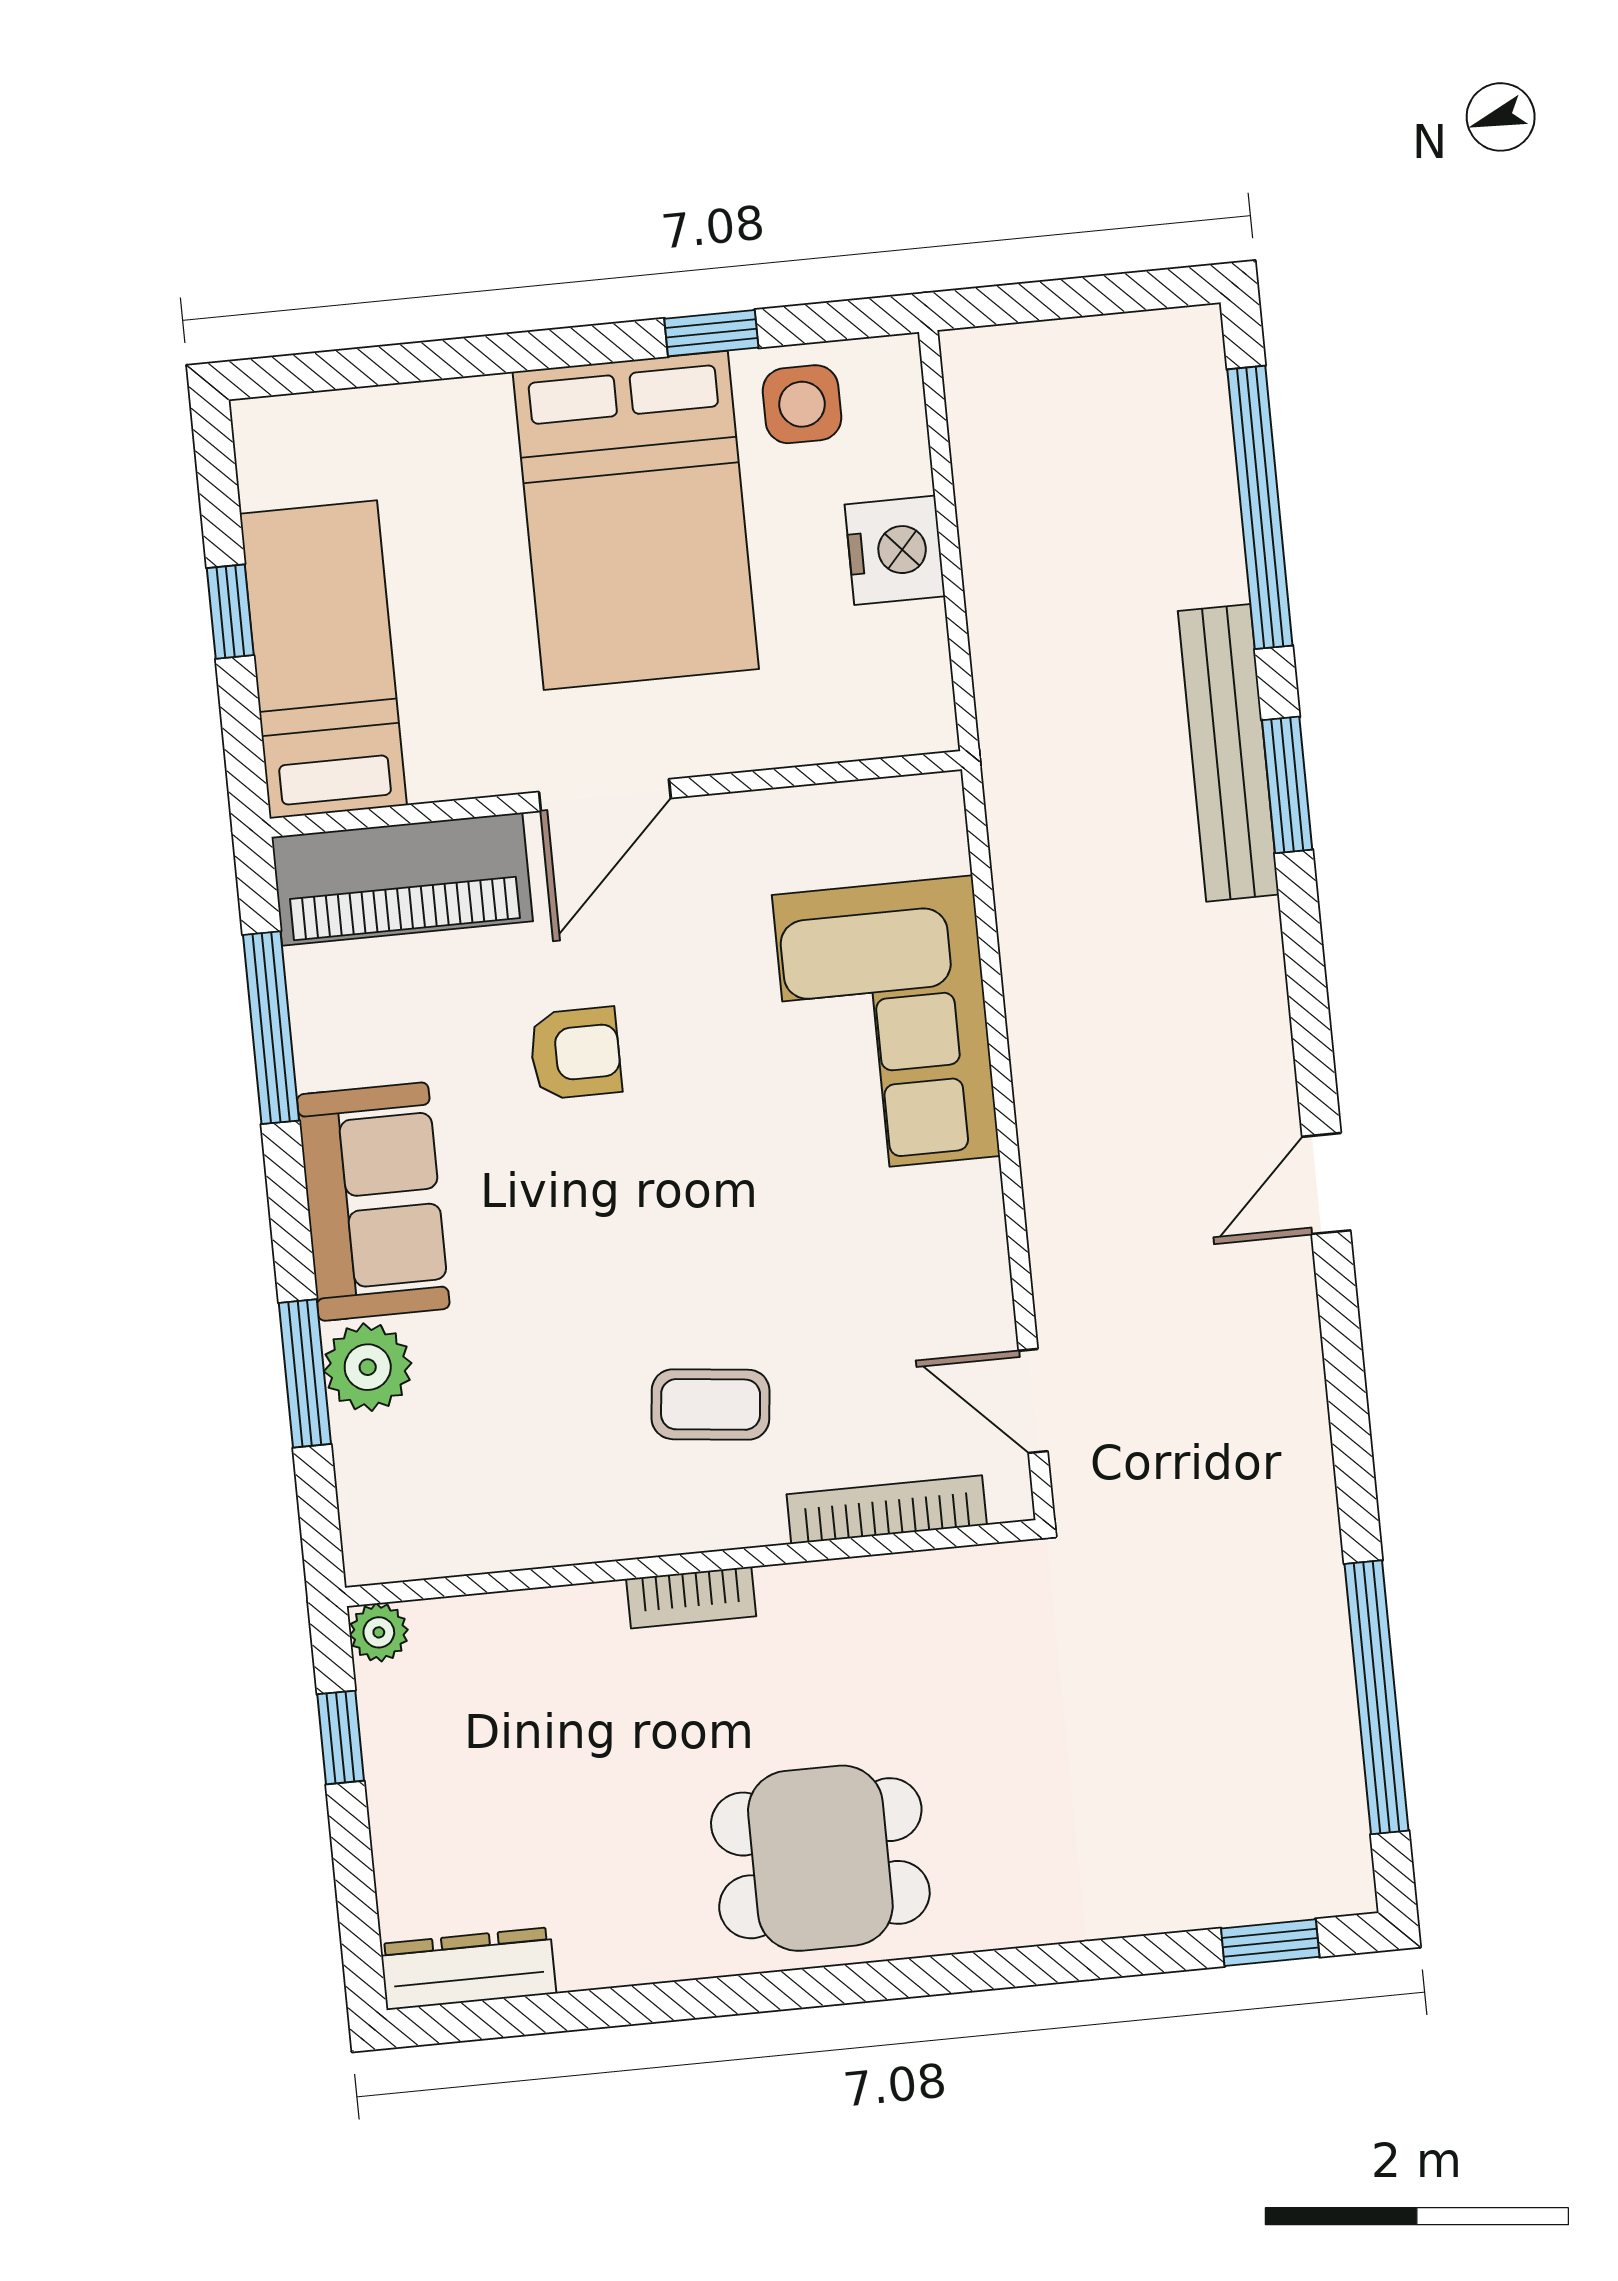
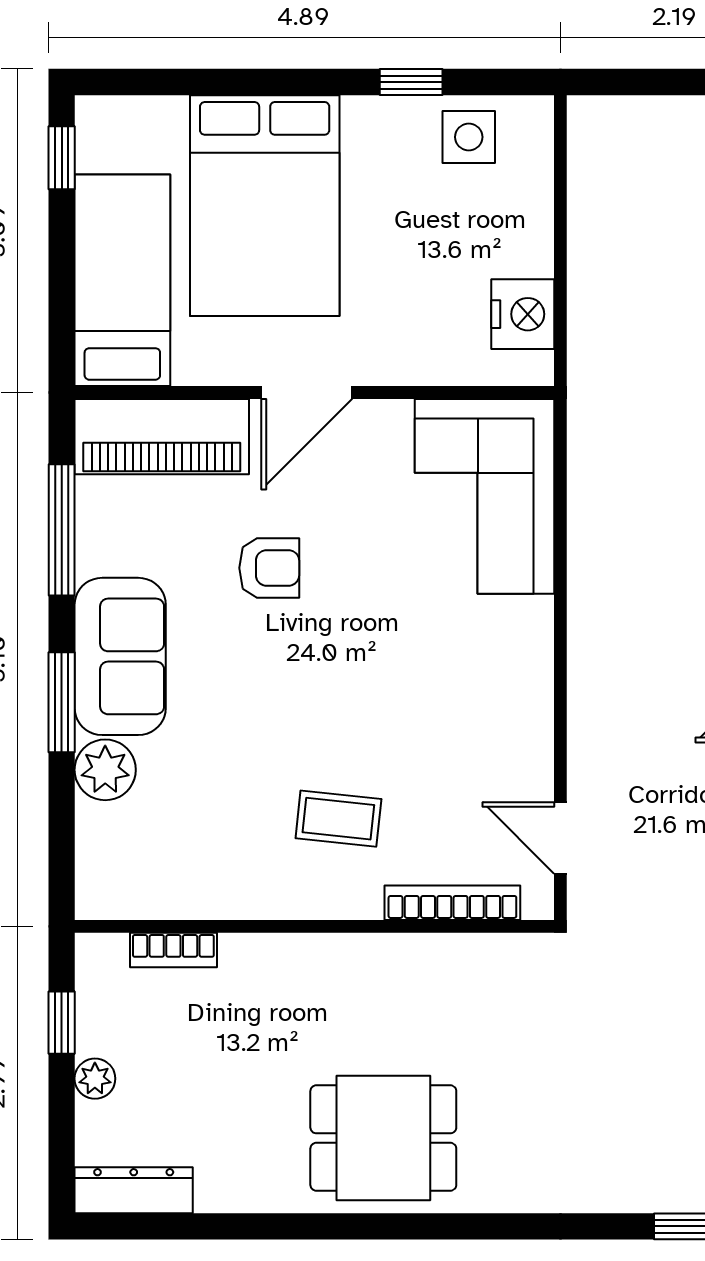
bed: (636, 520) -> (265, 206), moved
nightstand: (895, 550) -> (523, 314), moved
window: (230, 612) -> (62, 158), moved
corner sofa: (886, 1025) -> (485, 496), moved
window: (305, 1373) -> (62, 702), moved
bookcase: (691, 1598) -> (173, 950), moved
plant: (379, 1632) -> (95, 1079), moved

